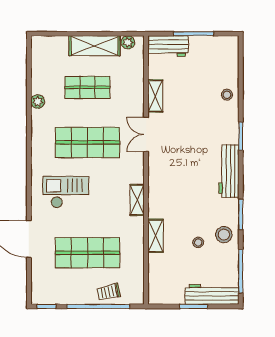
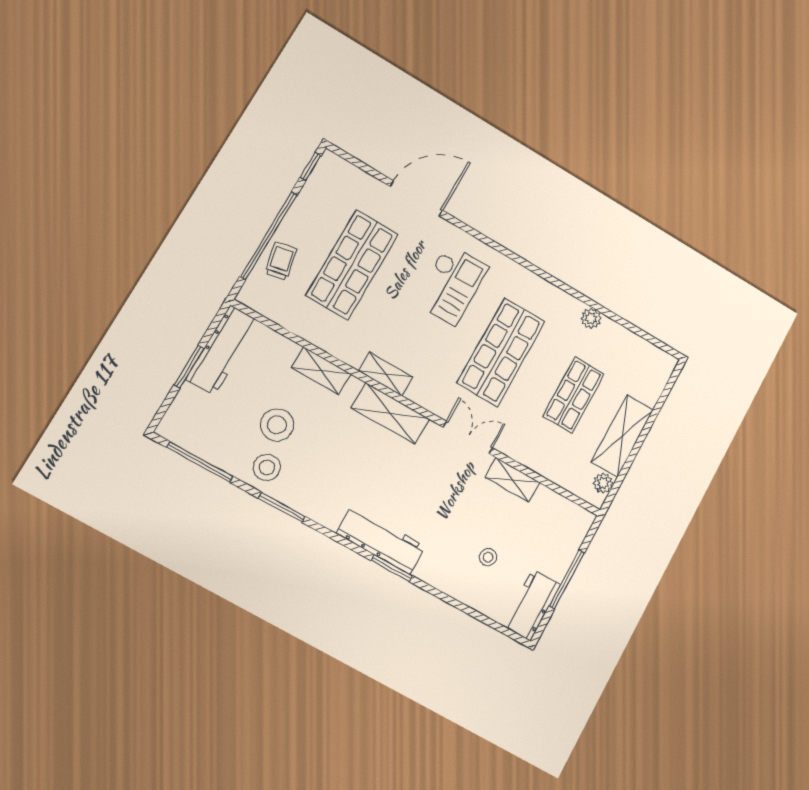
workbench: (168, 46) -> (532, 605), moved
stool: (227, 95) -> (488, 557), moved
workbench: (229, 171) -> (381, 540), moved
shelving: (157, 185) -> (390, 413), added
stool: (198, 242) -> (277, 425), width x1.89, depth x1.89
workbench: (212, 294) -> (222, 350), moved

